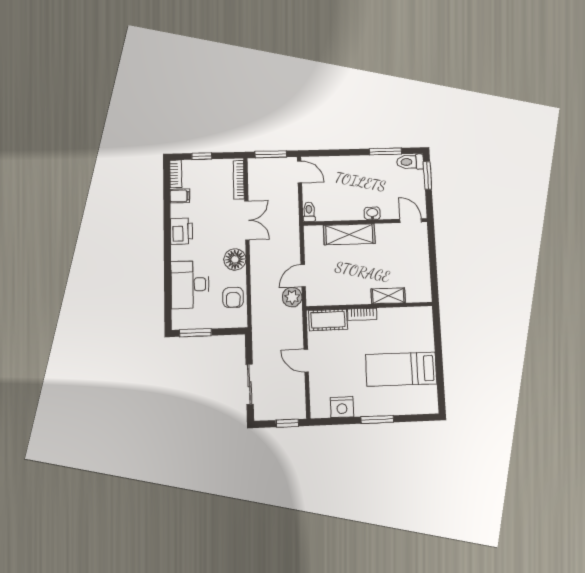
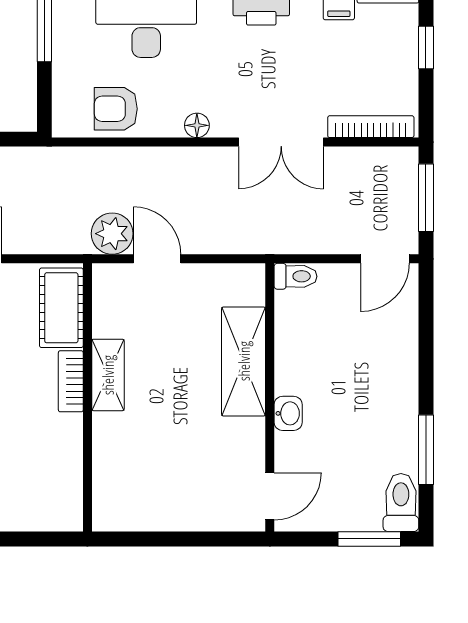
floor lamp: (235, 259) -> (197, 125), width x0.53, depth x0.53
shelving: (388, 296) -> (108, 375), moved

